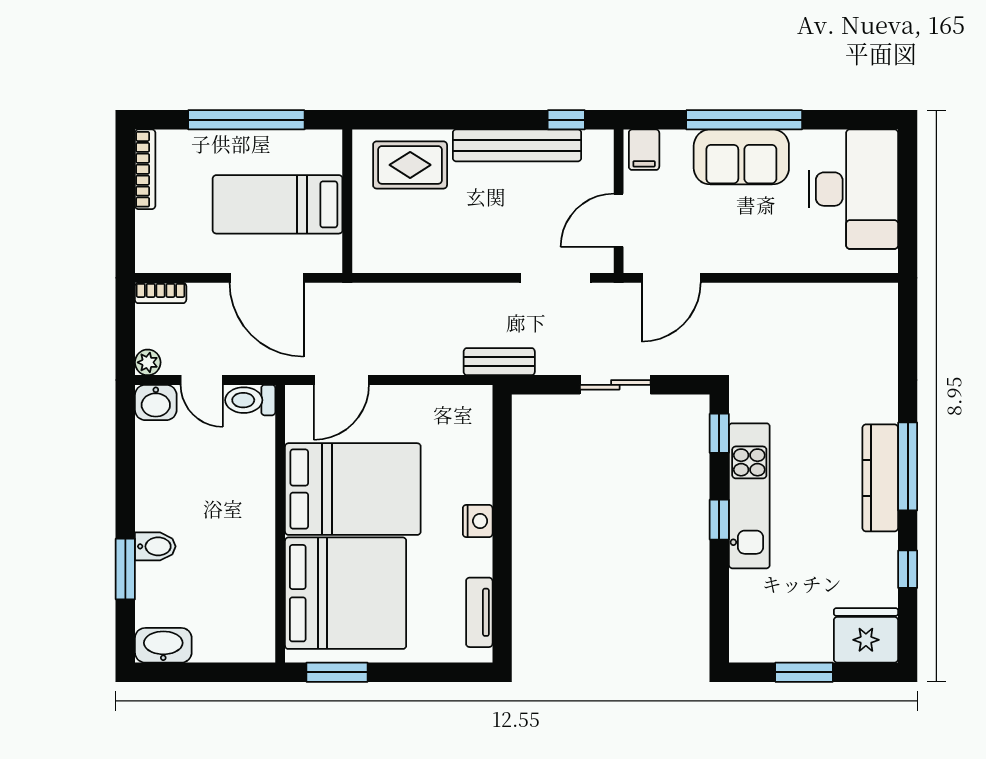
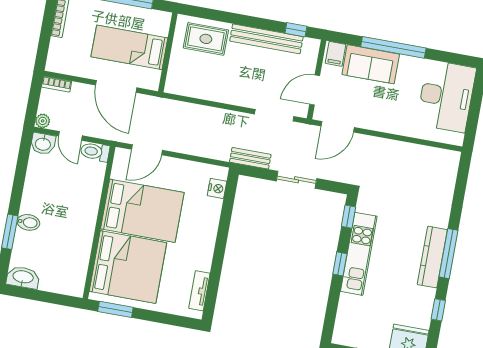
sofa: (741, 157) -> (371, 64), moved
bench: (499, 362) -> (250, 158), moved
nightstand: (478, 521) -> (217, 188), moved

